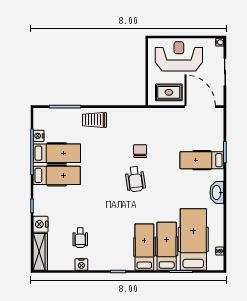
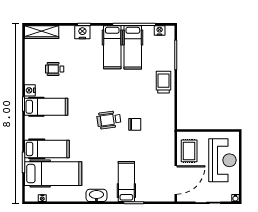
nightstand: (38, 136) -> (160, 30), moved
nightstand: (40, 224) -> (82, 32), moved
hospital bed: (144, 247) -> (46, 107), moved
nightstand: (81, 264) -> (30, 90), moved

